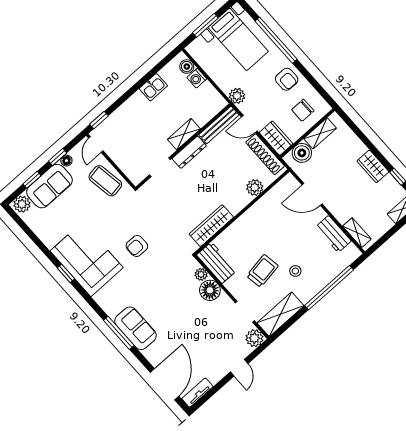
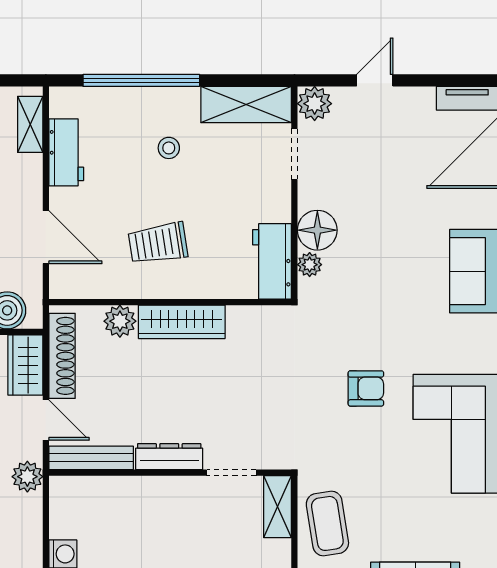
shelving: (184, 134) -> (278, 507), moved, turned 90
wardrobe: (211, 226) -> (182, 322), moved
trolley: (262, 271) -> (158, 243), moved

